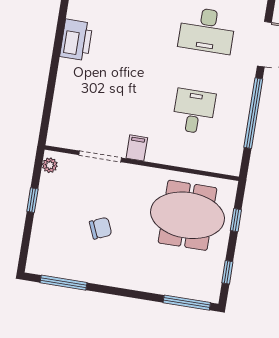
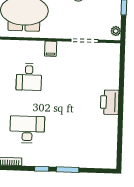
printer: (76, 40) -> (110, 102), moved
filing cabinet: (137, 148) -> (51, 49), moved

